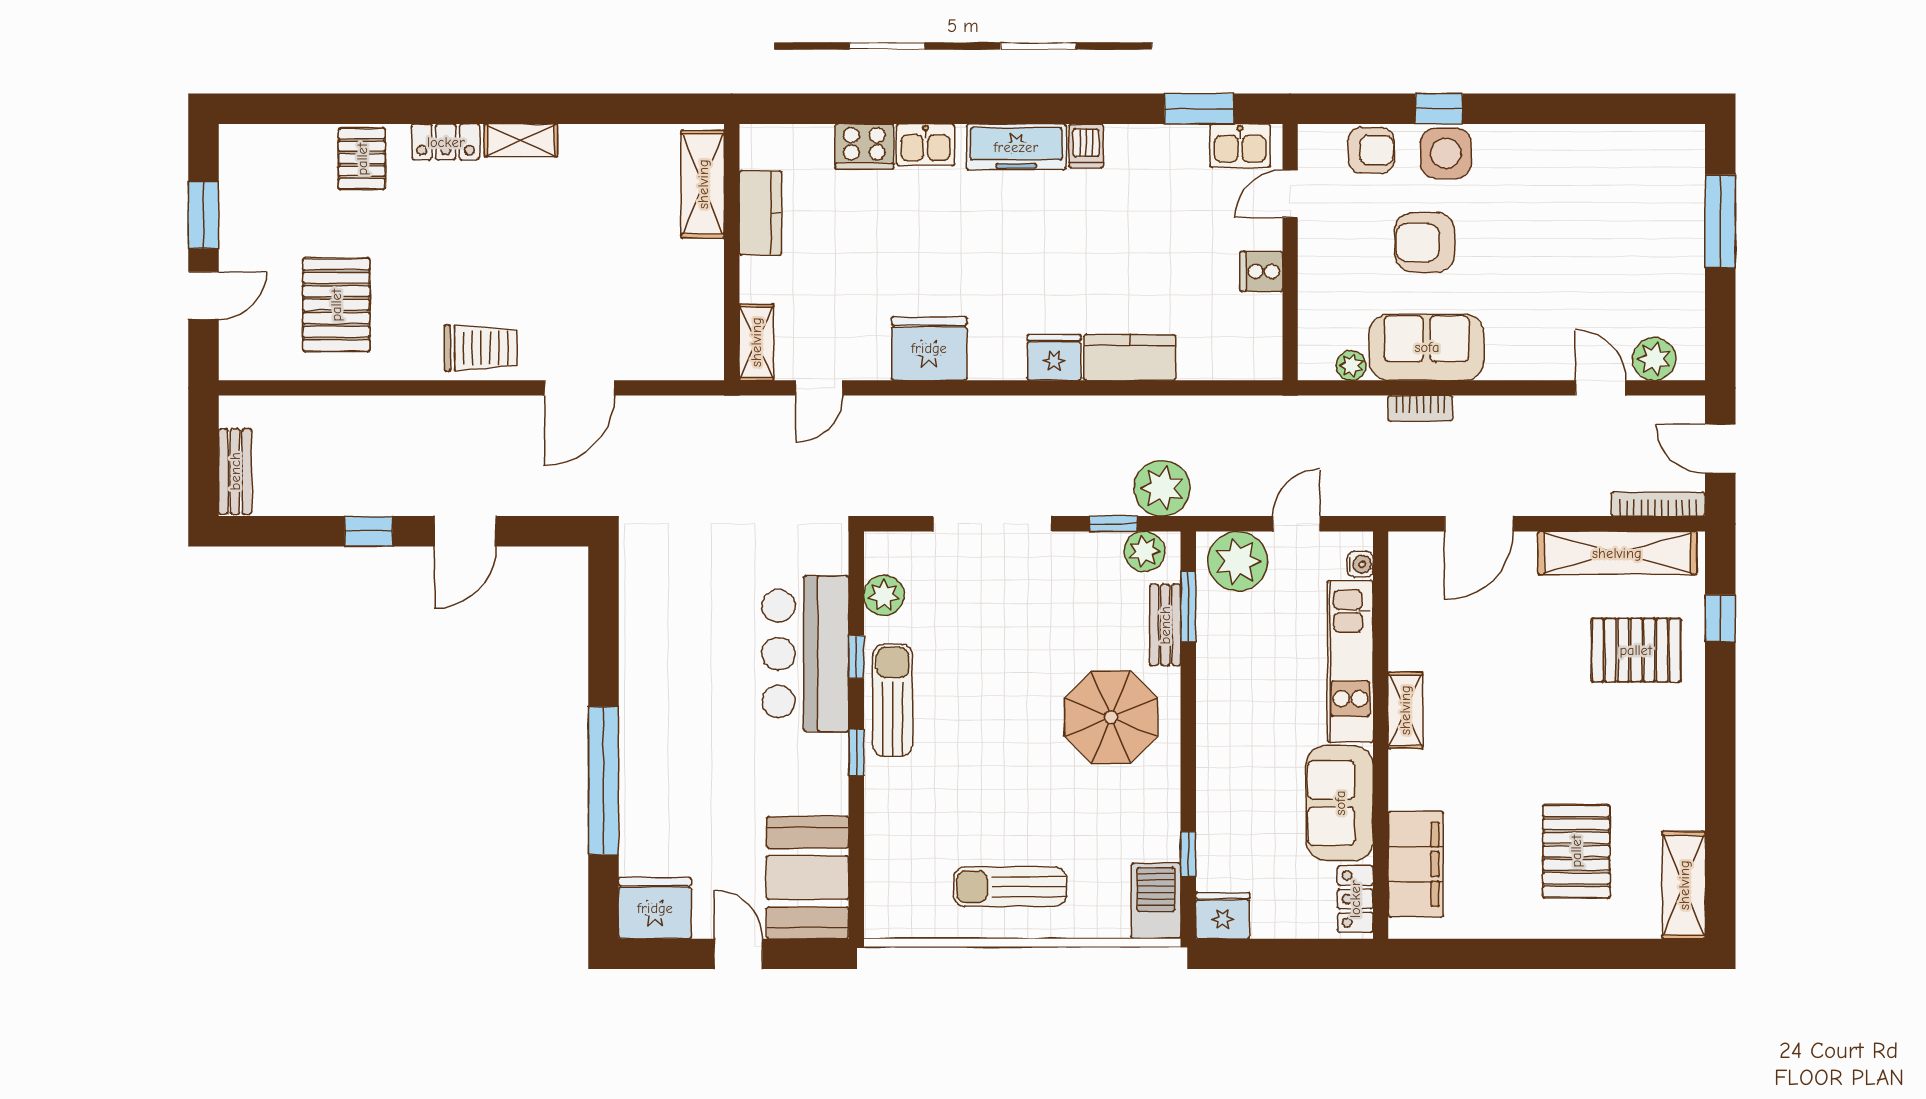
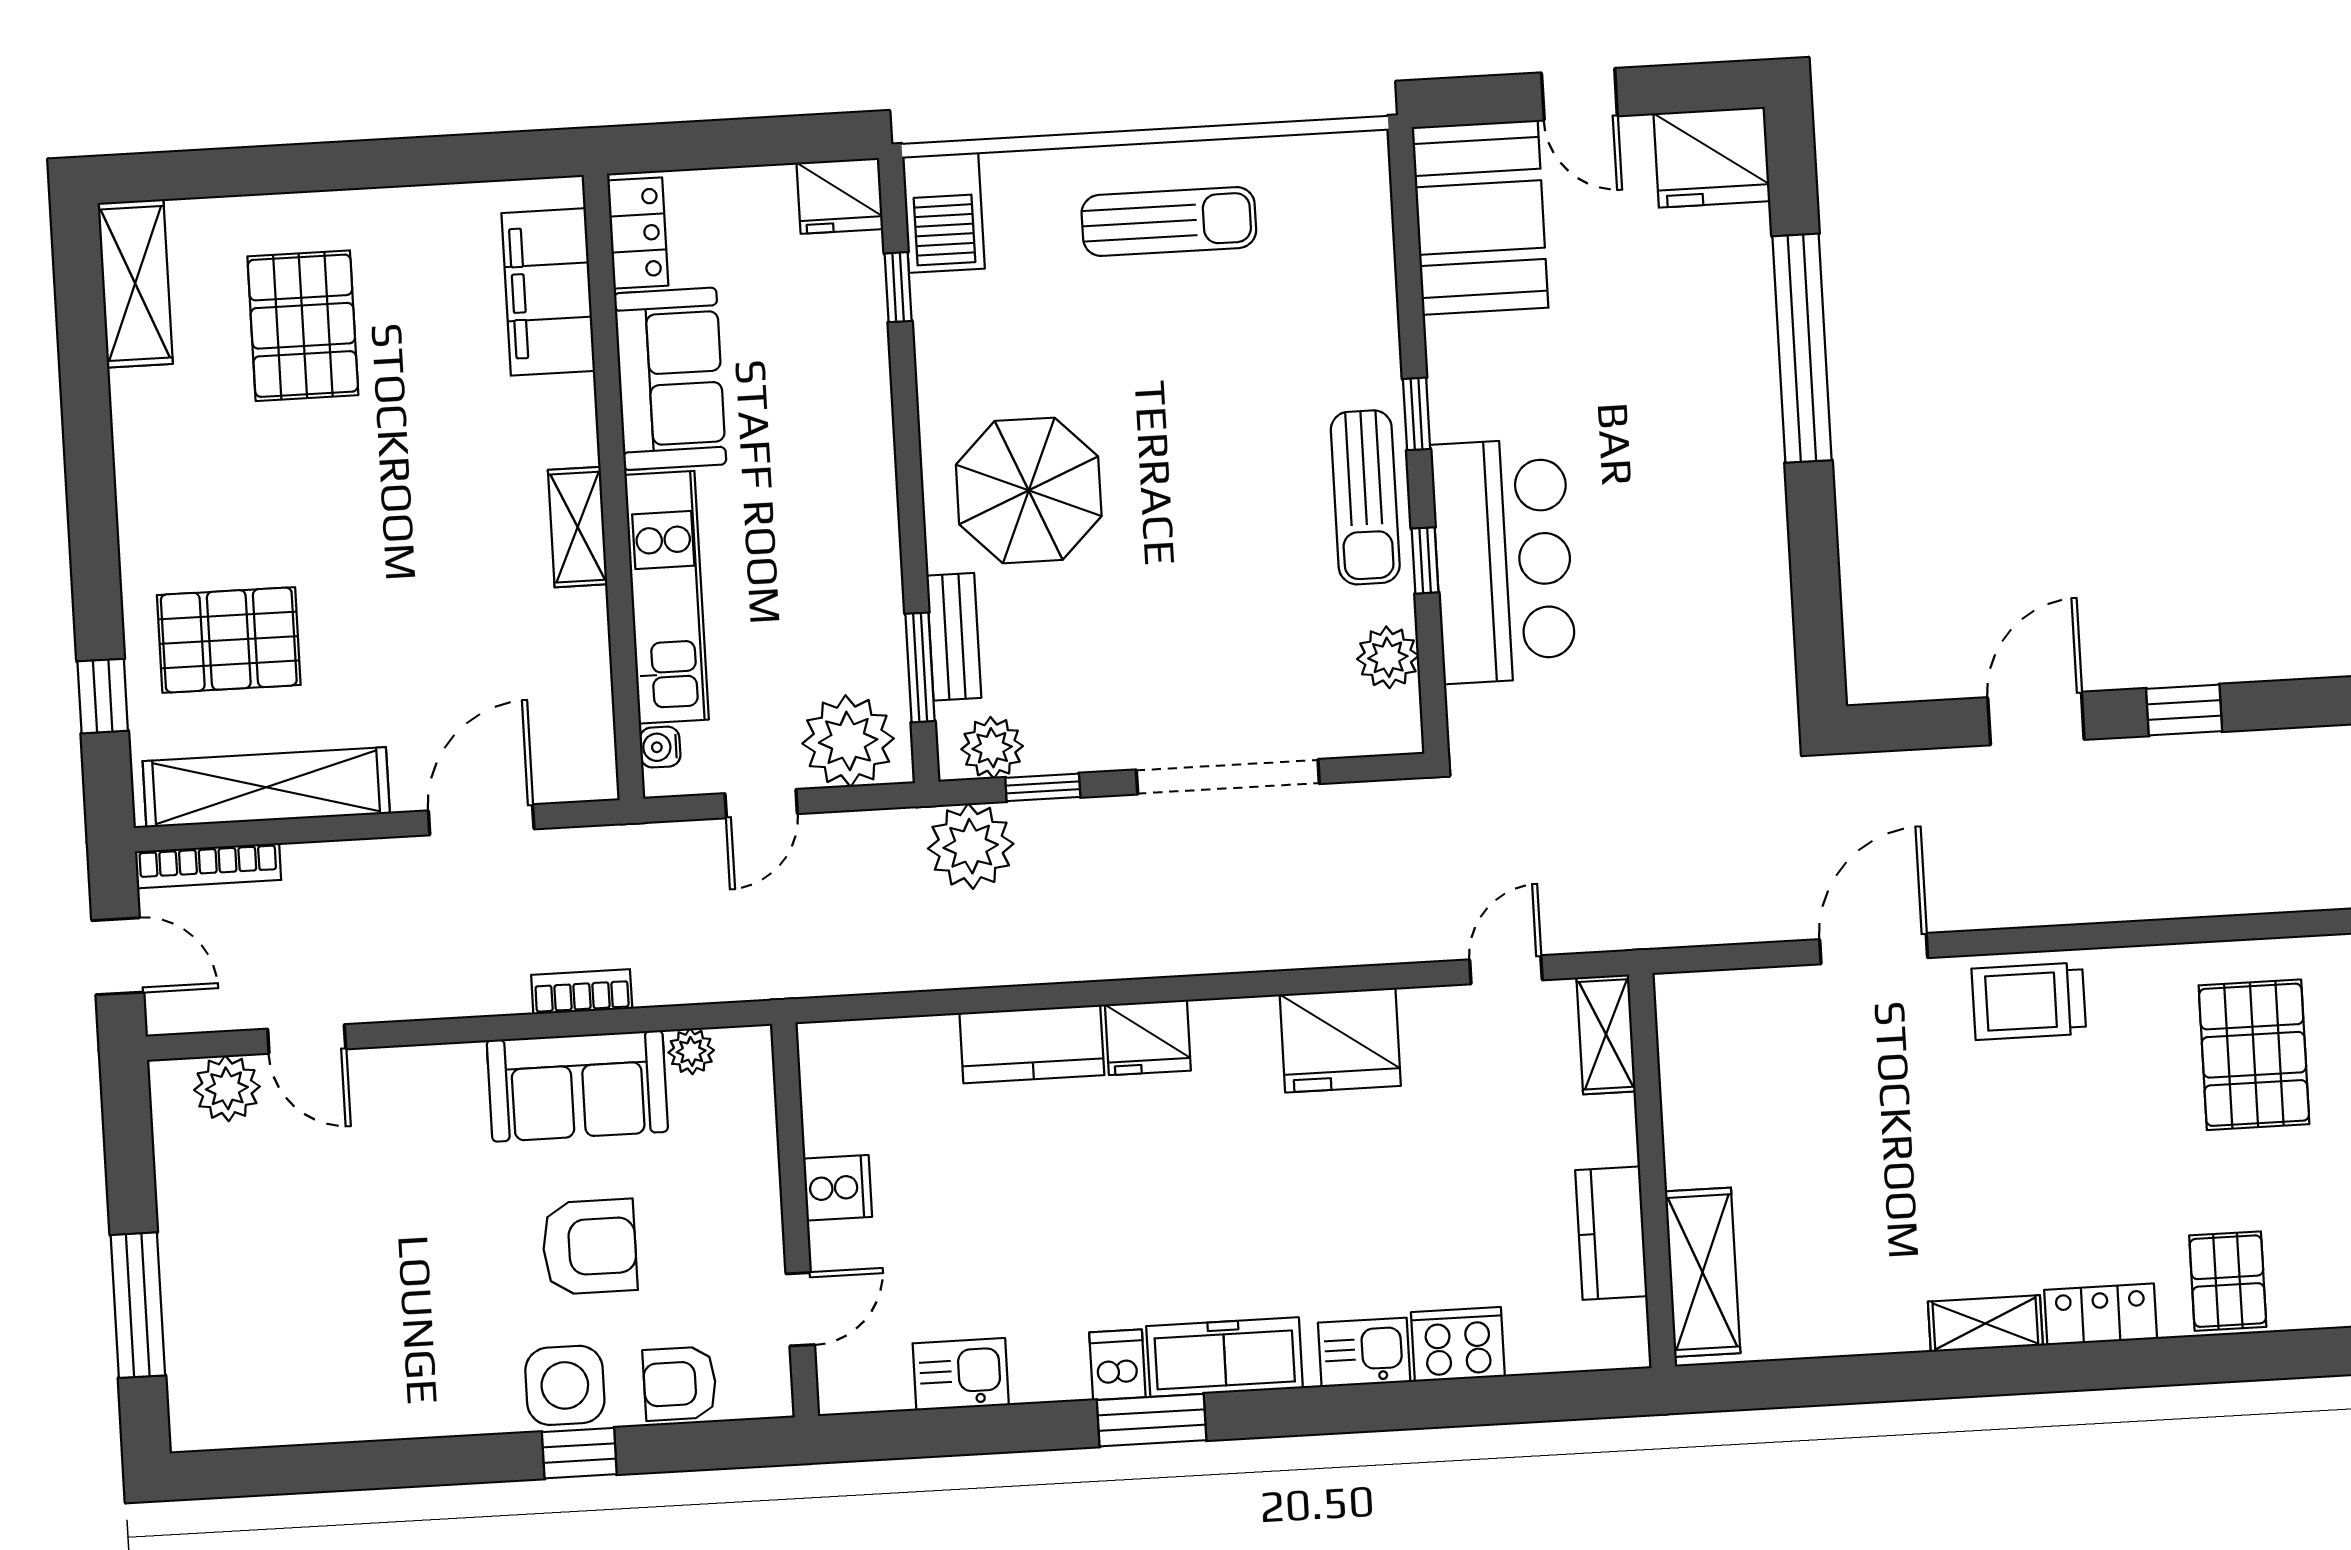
window: (1199, 109) -> (1152, 1420), moved
kitchen sink: (1240, 146) -> (961, 1374), moved

